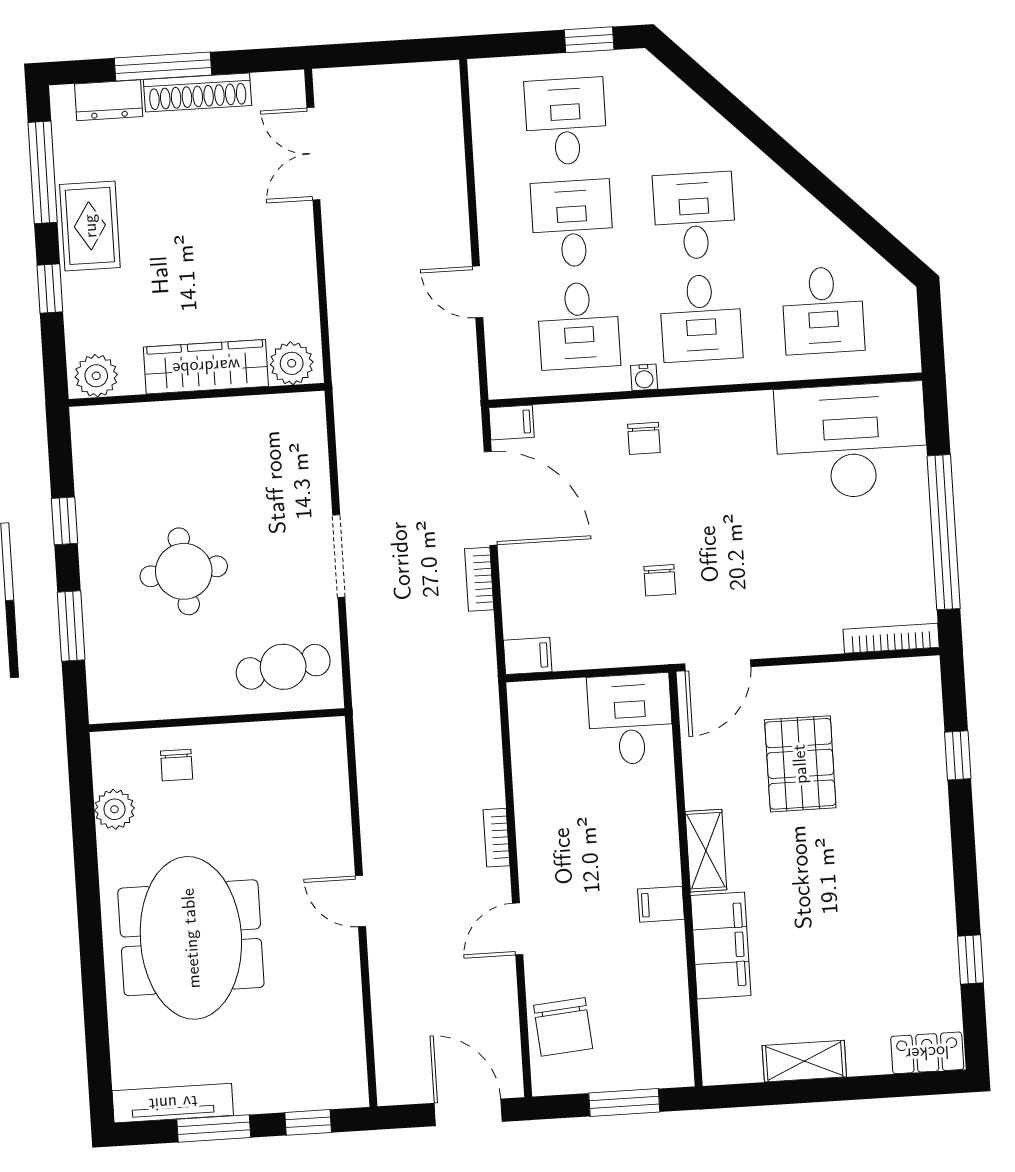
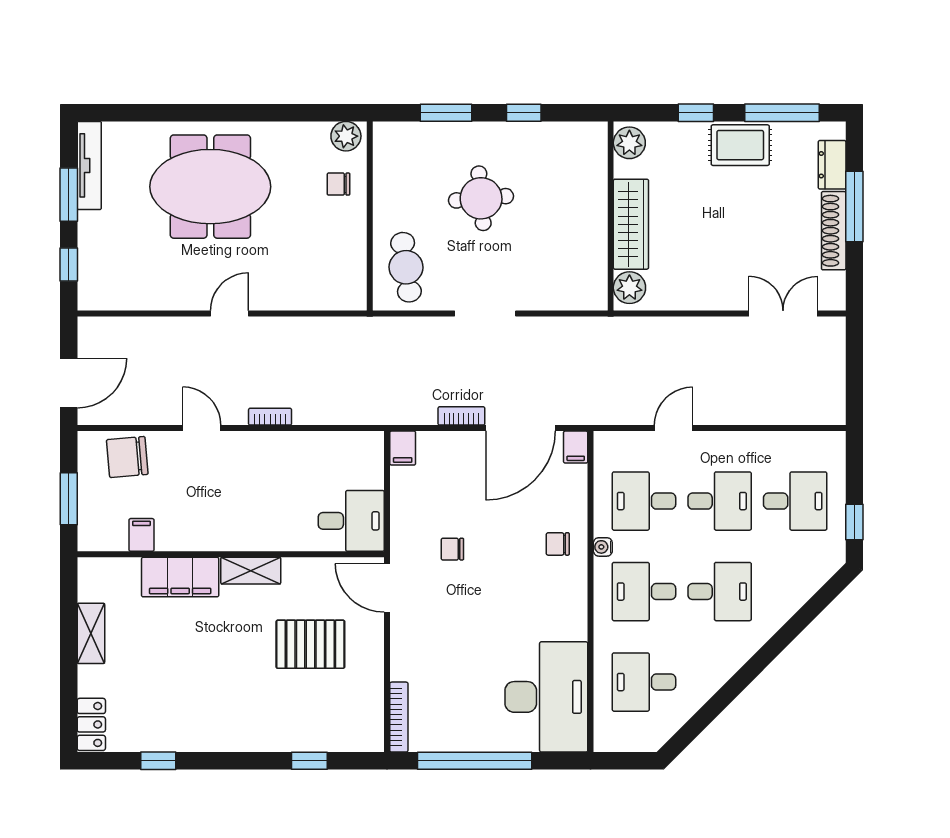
plant: (114, 809) -> (346, 136), moved
filing cabinet: (661, 904) -> (141, 535), moved

